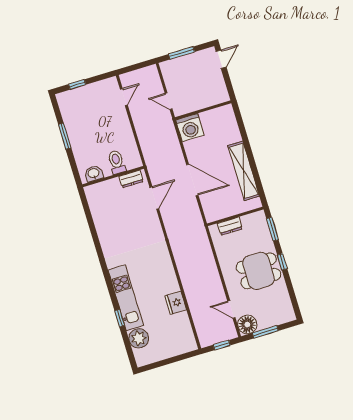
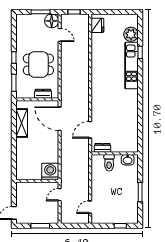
door: (169, 101) -> (60, 195), swing flipped
shelving: (244, 171) -> (22, 123), width x0.68
door: (192, 180) -> (60, 119), moved
dining table: (259, 271) -> (38, 64), moved
fridge: (176, 303) -> (97, 25), moved

